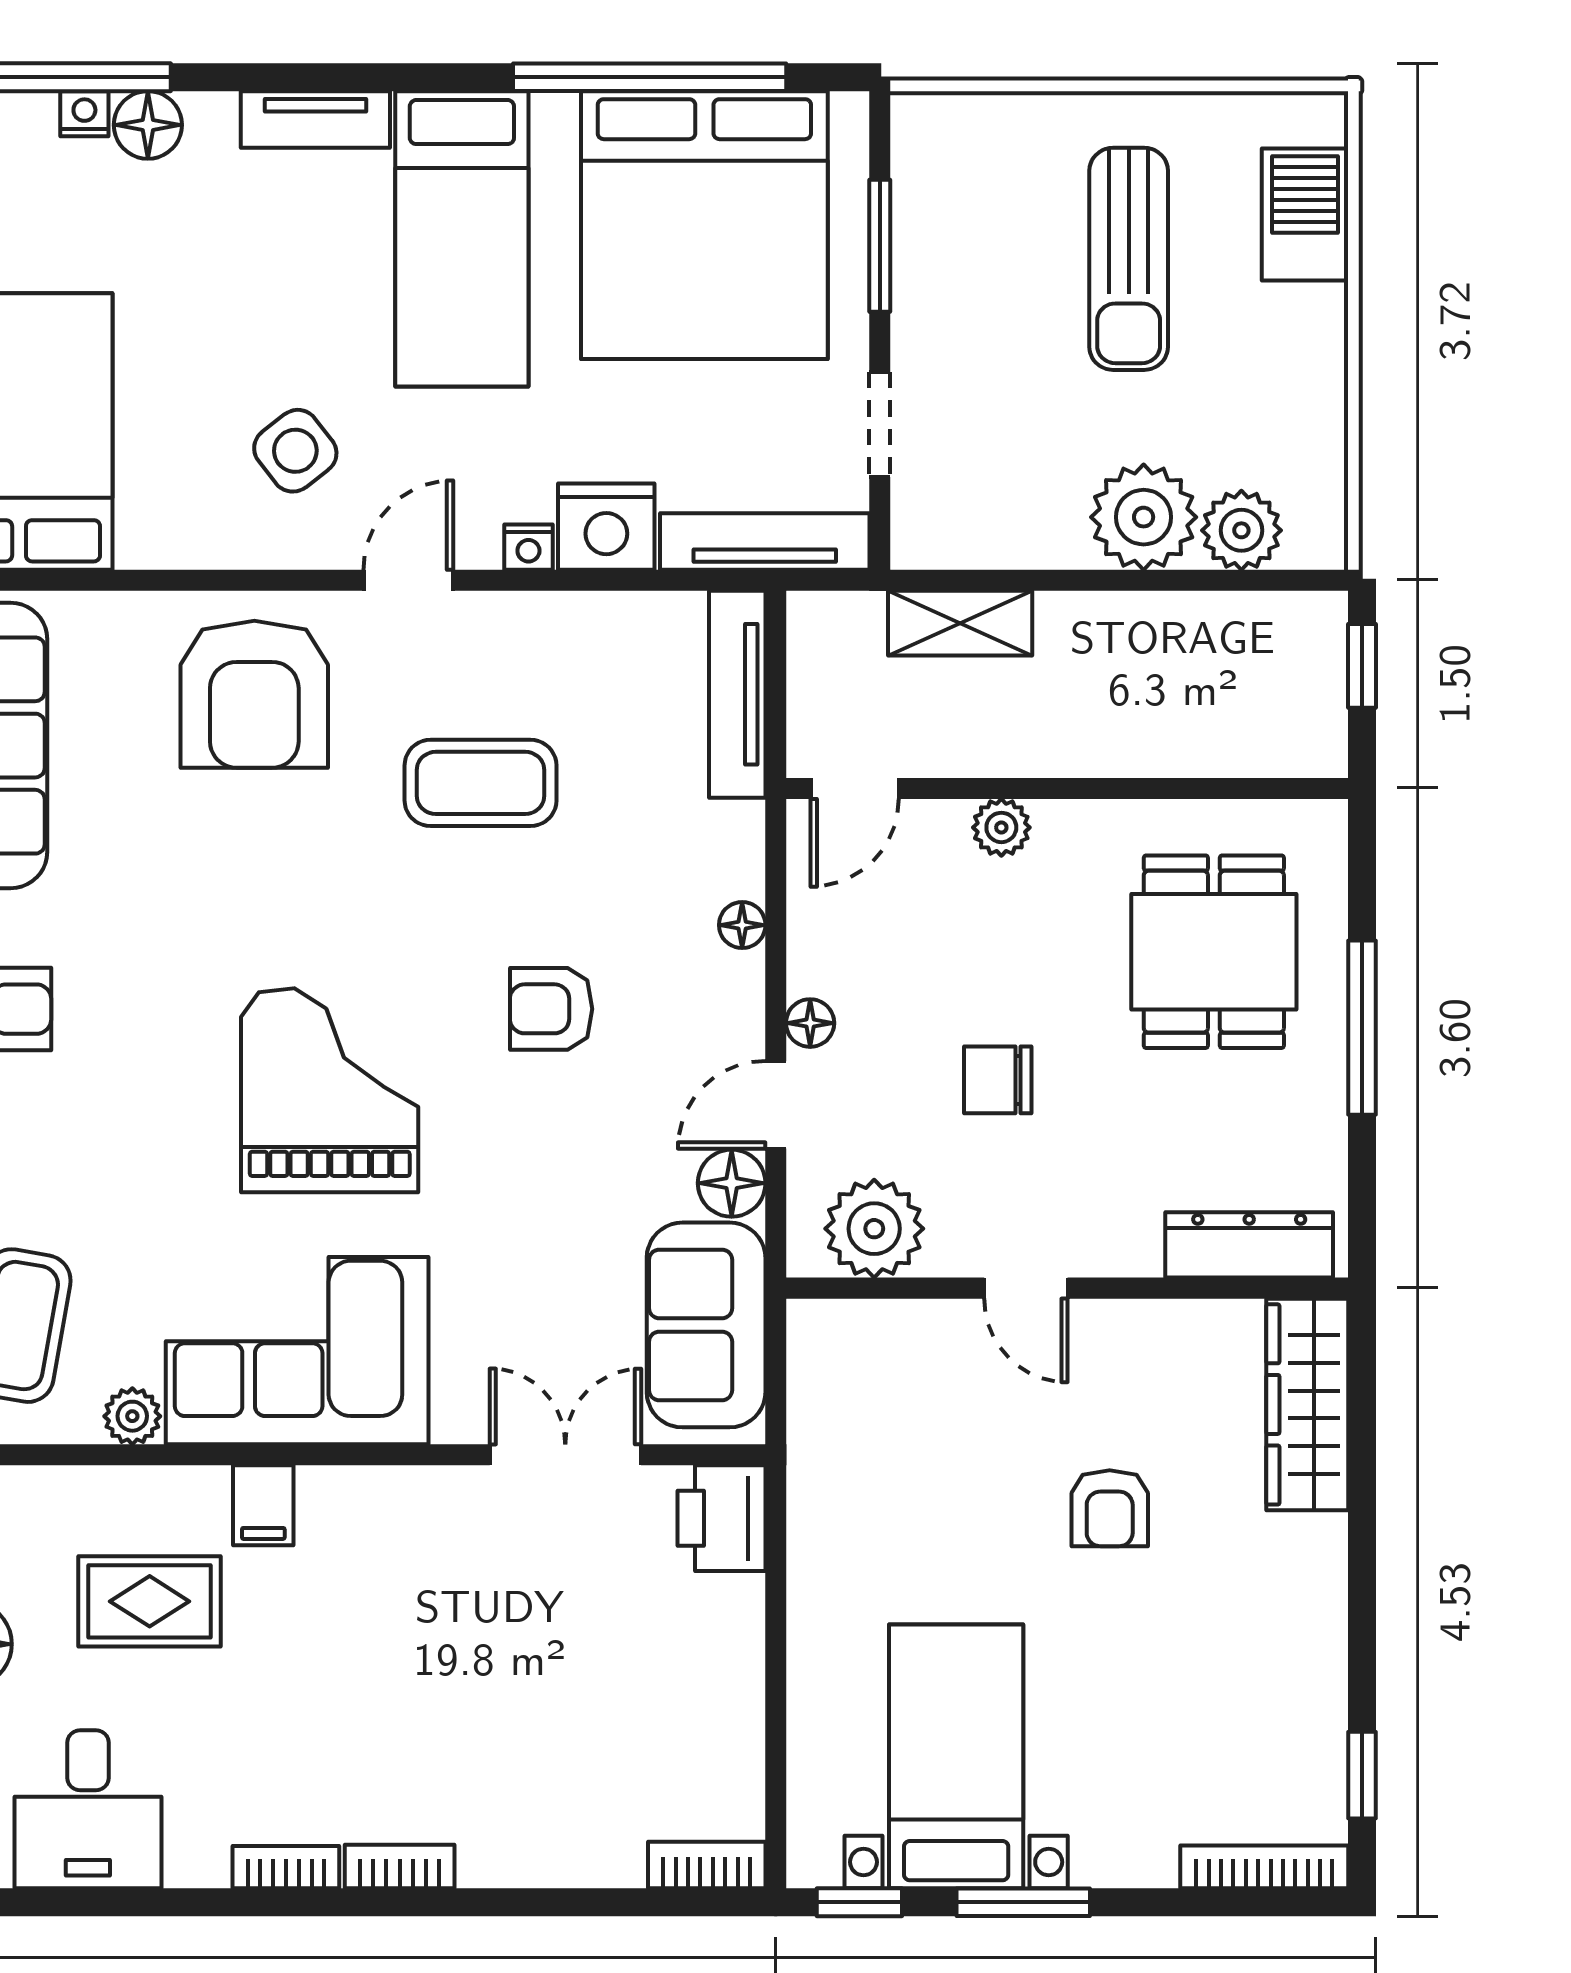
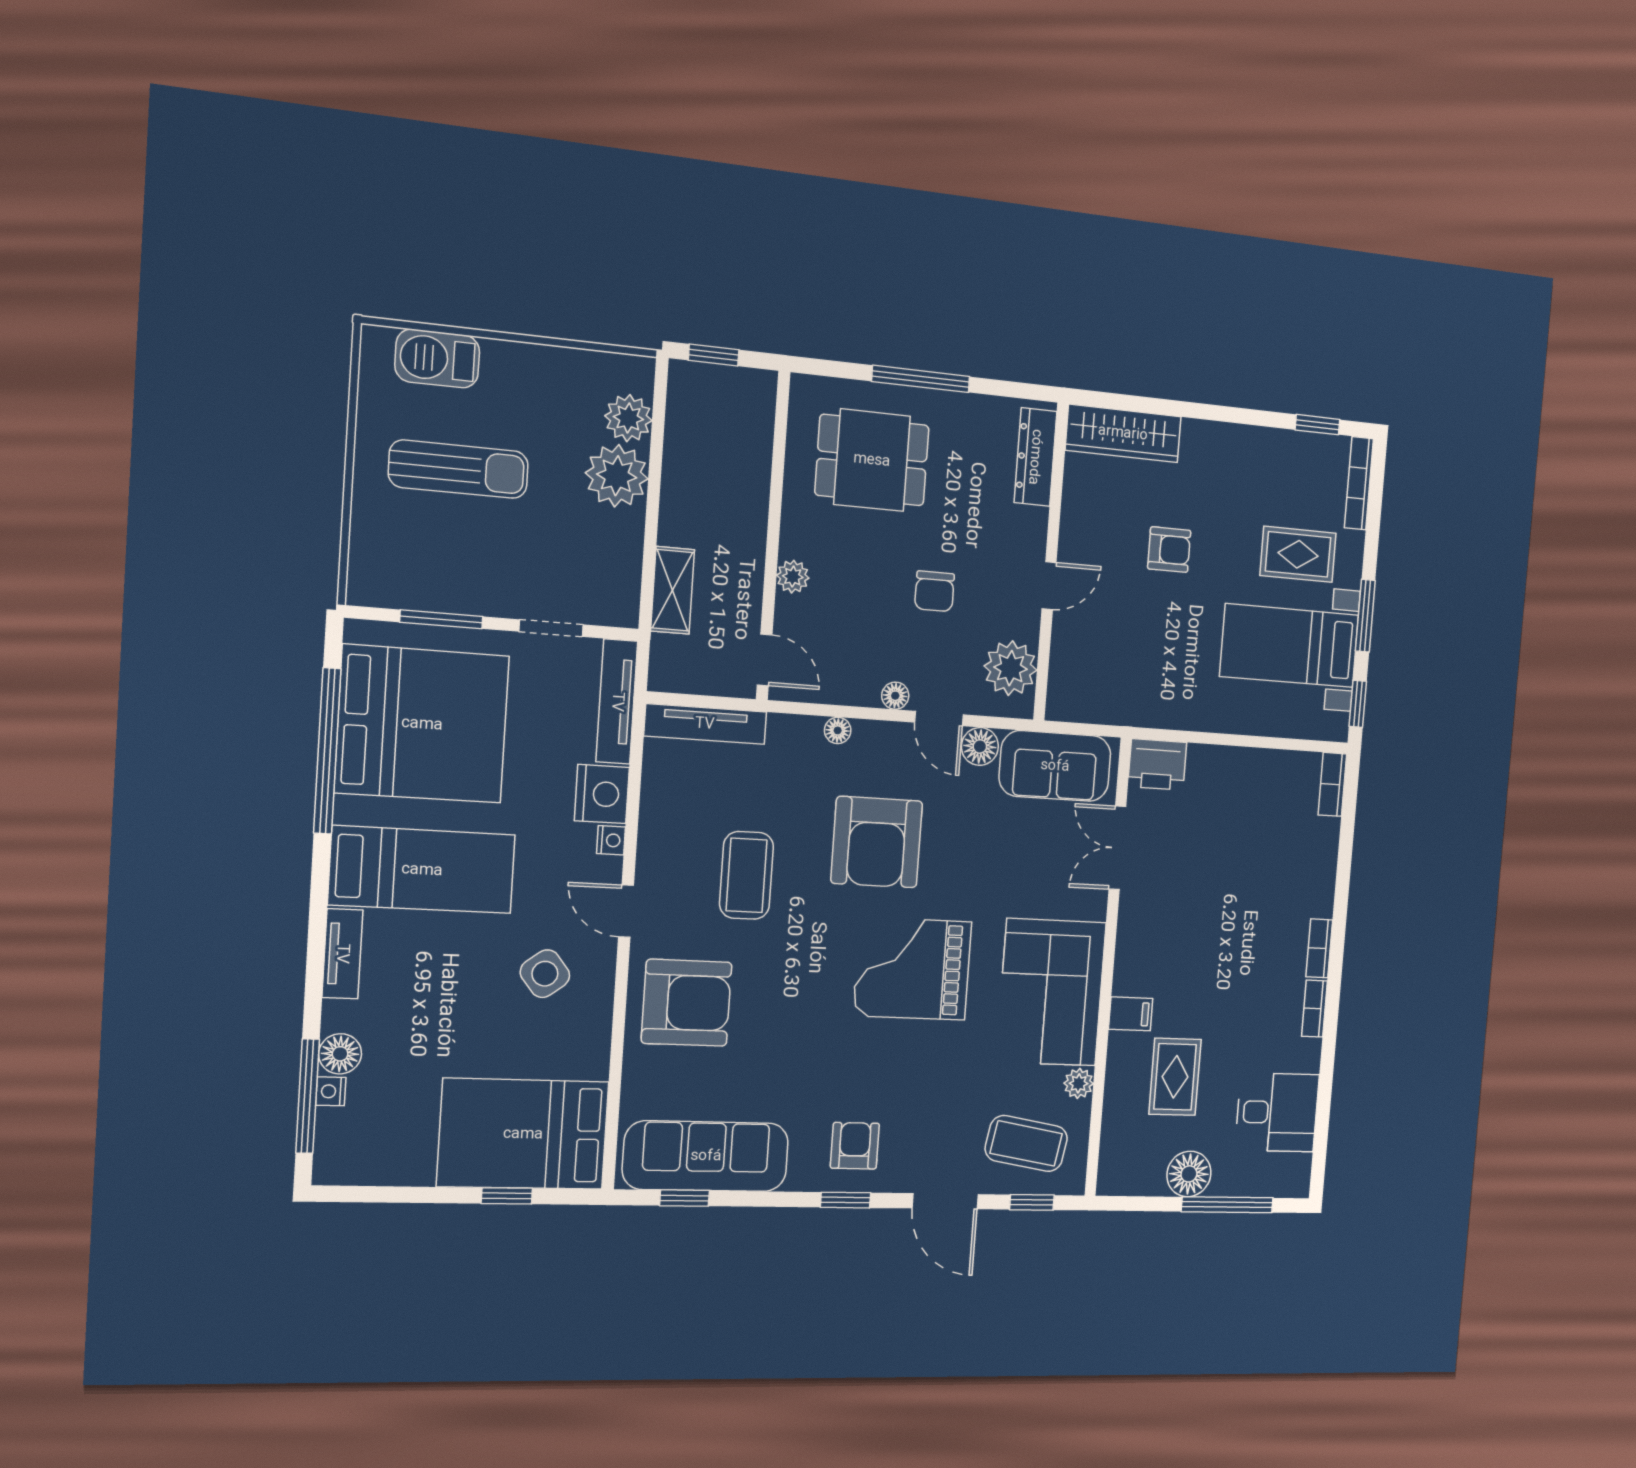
armchair: (551, 1009) -> (877, 842), width x1.88, depth x1.88
rug: (1124, 1758) -> (1298, 554), added

